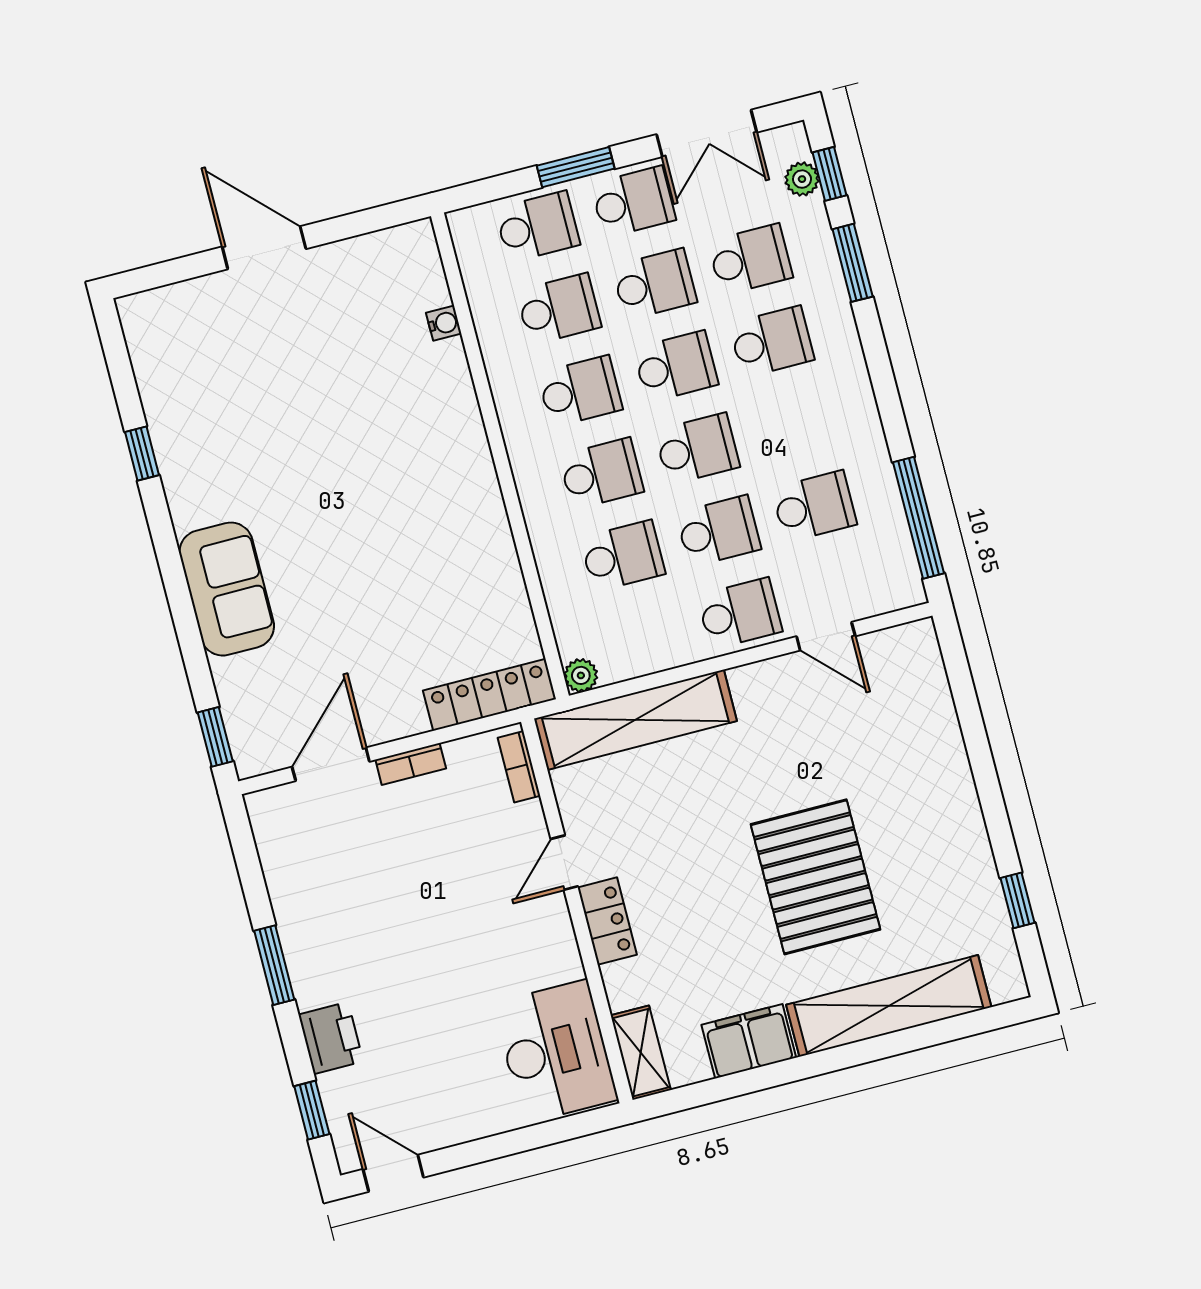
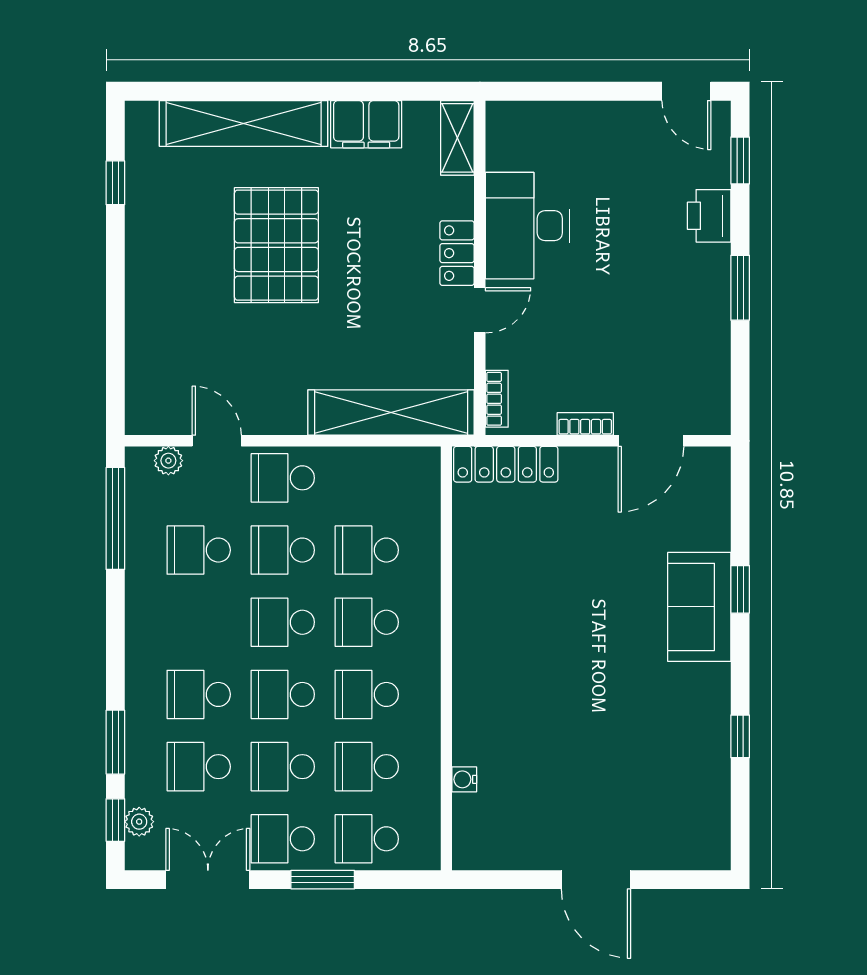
plant: (581, 675) -> (168, 461), moved
window: (215, 737) -> (740, 589), moved
desk: (556, 1051) -> (527, 226), moved

